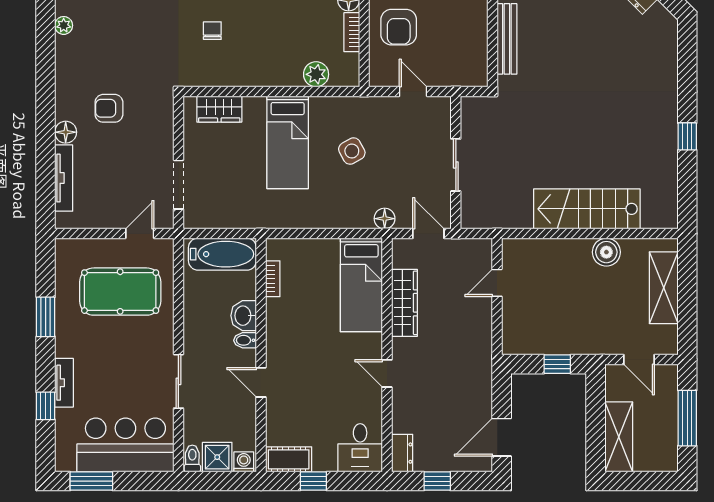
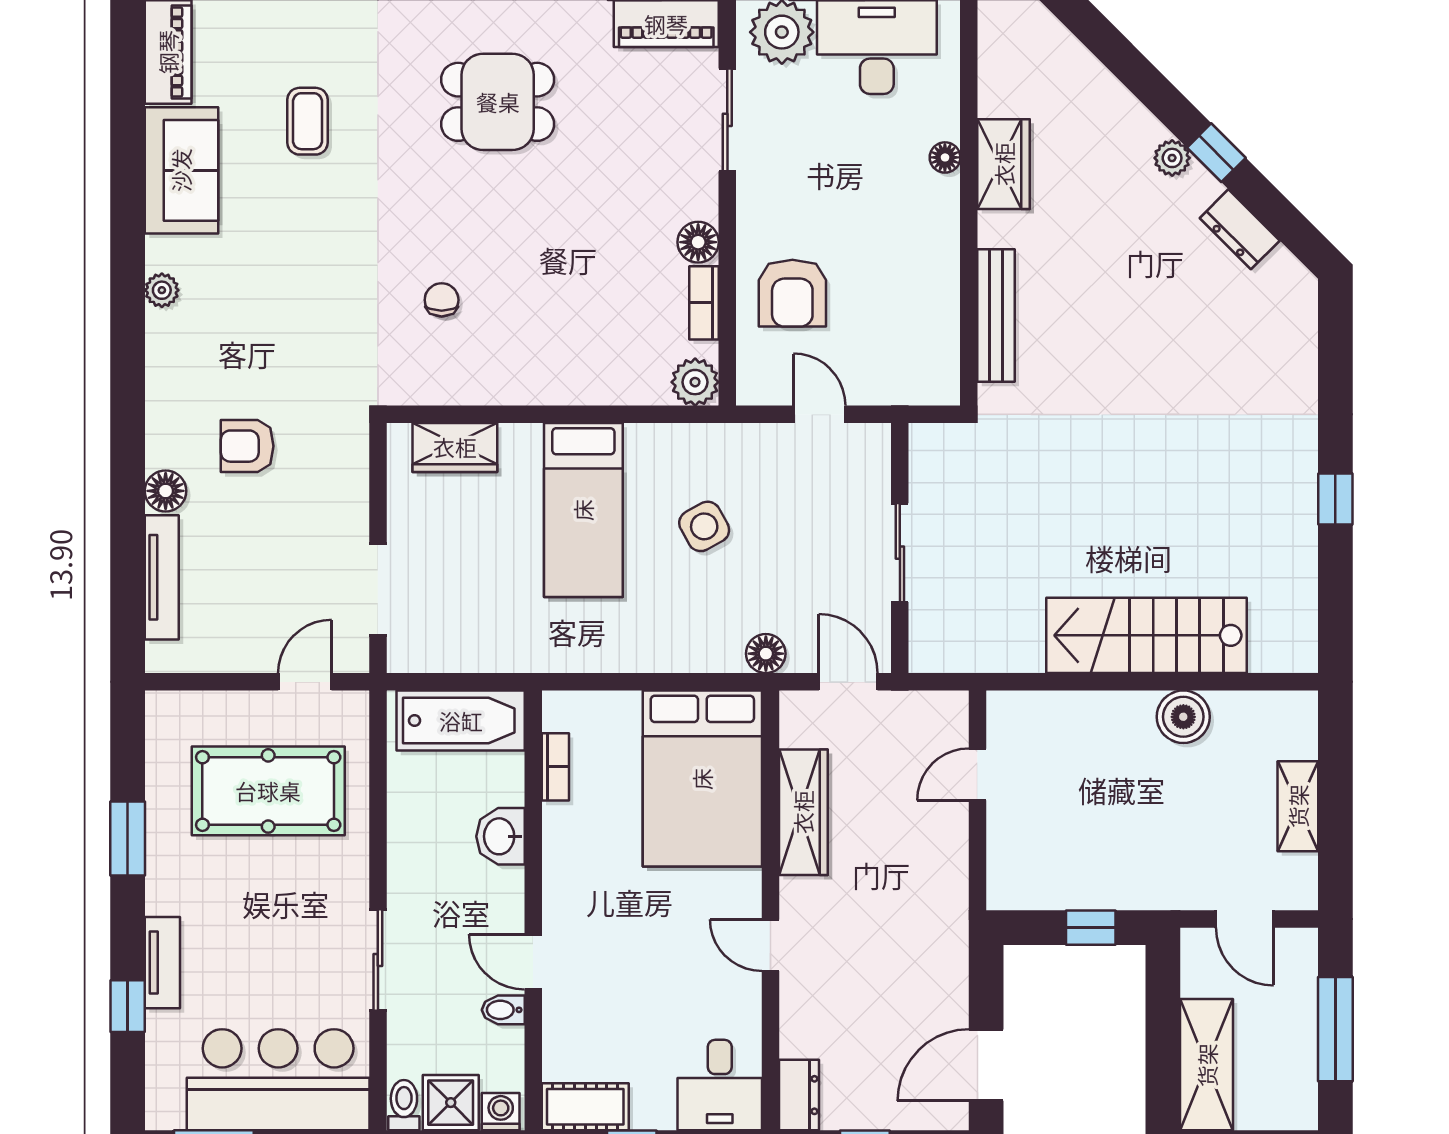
plant: (316, 74) -> (695, 382), moved
bed: (361, 285) -> (702, 779), width x1.50
shelving: (664, 288) -> (1298, 806), width x0.67, depth x0.75
bidet: (245, 340) -> (503, 1010), moved

